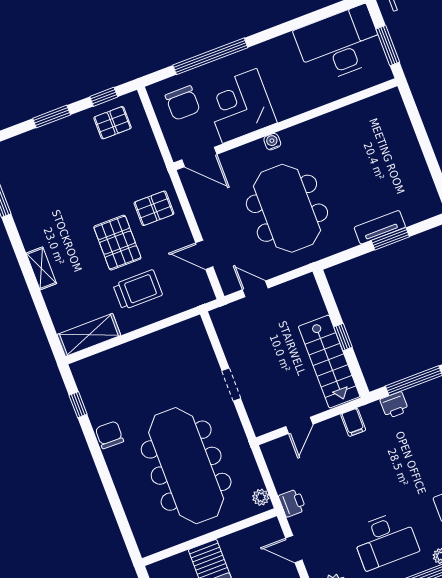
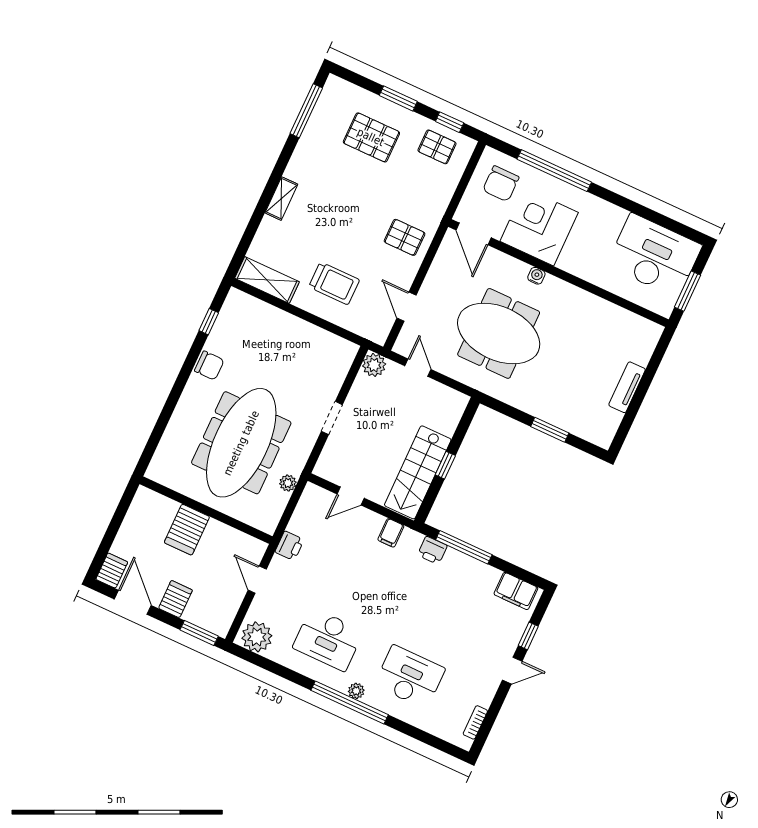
meeting table: (287, 208) -> (499, 333), turned 90
tv unit: (380, 227) -> (627, 387), moved, turned -90
pallet: (117, 243) -> (371, 137), moved, turned 90
plant: (223, 318) -> (374, 365), added
chair: (109, 435) -> (209, 366), turned 89
plant: (261, 497) -> (288, 483), moved

